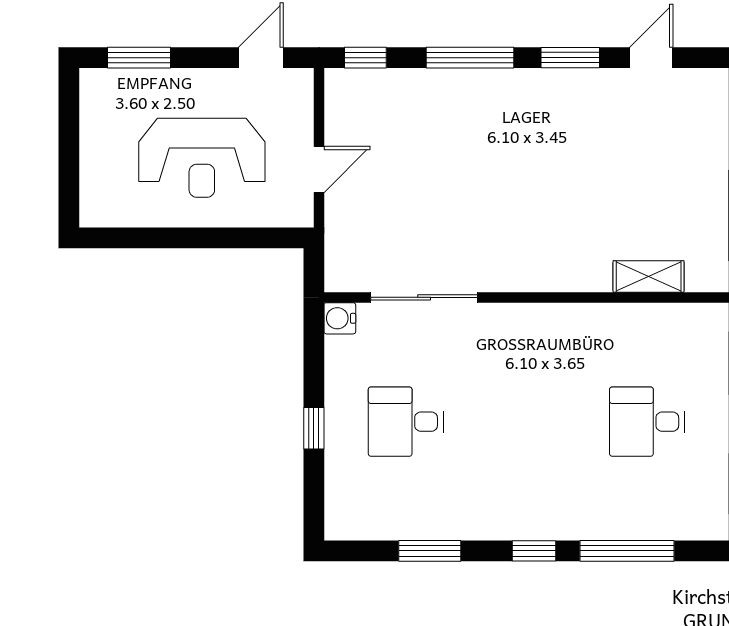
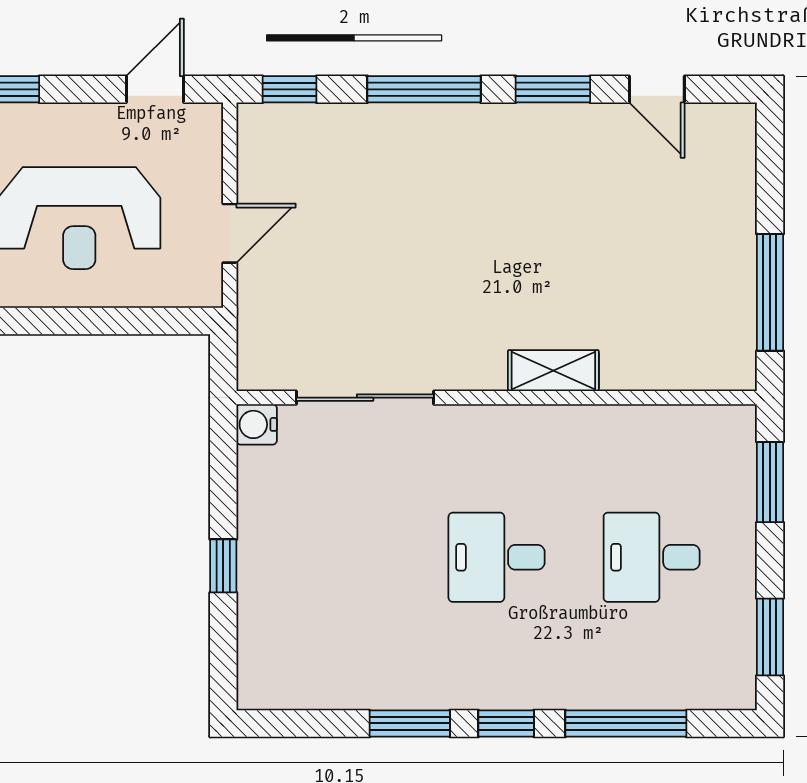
door: (651, 58) -> (657, 89), swing flipped
shelving: (649, 276) -> (553, 371), moved
desk: (406, 422) -> (497, 557), moved
window: (430, 551) -> (410, 723), moved

